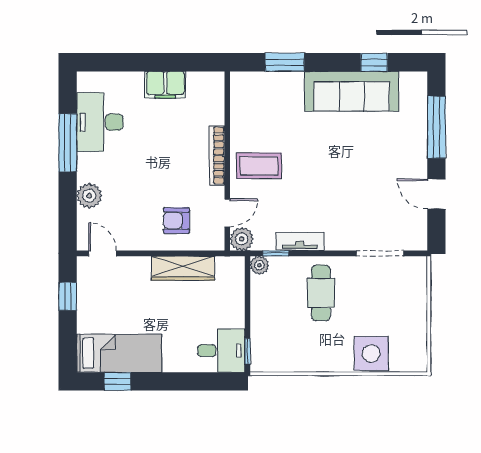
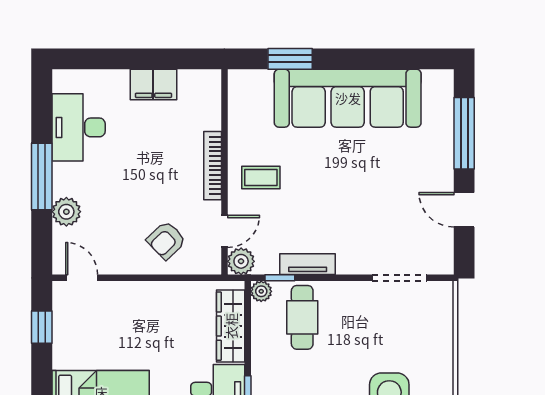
window: (374, 62) -> (393, 59), removed
sofa: (352, 91) -> (348, 98), width x1.36, depth x1.27
window: (68, 143) -> (42, 176), moved
coffee table: (259, 166) -> (261, 178), width x0.73, depth x0.77
armchair: (176, 221) -> (166, 240), turned -44
wardrobe: (183, 268) -> (231, 326), moved, turned 90
cafe table: (321, 293) -> (302, 317), moved

